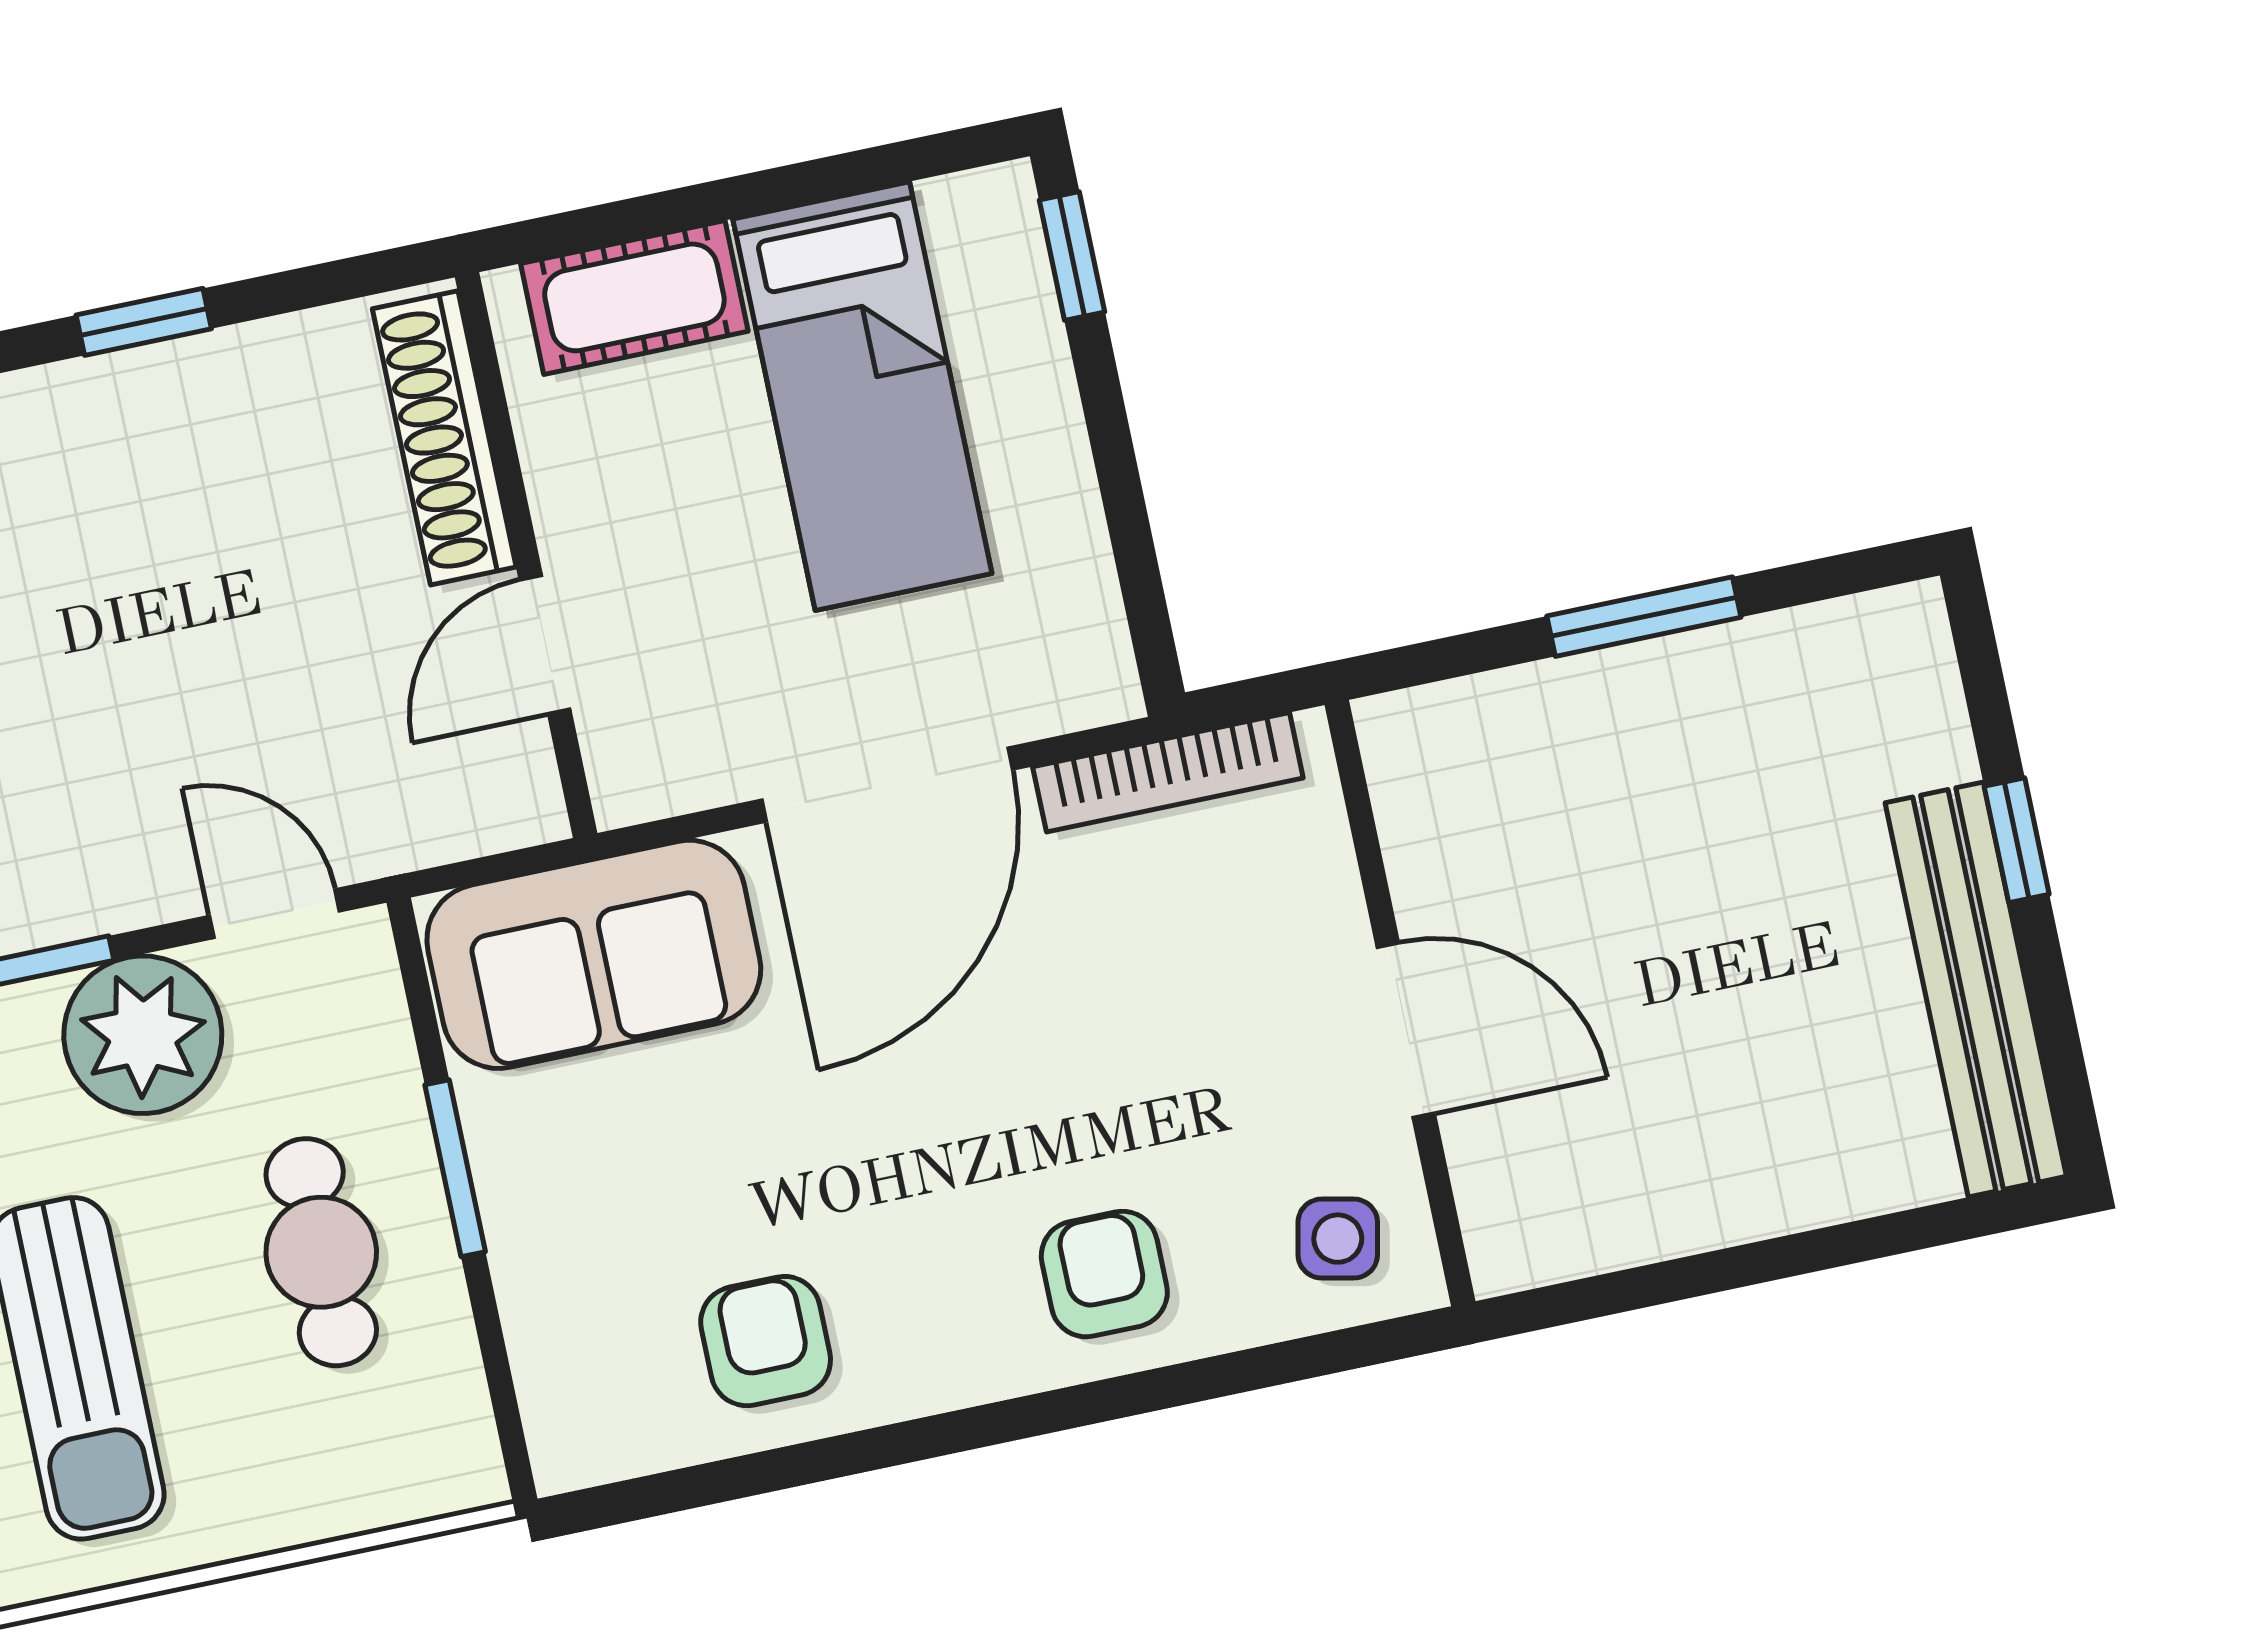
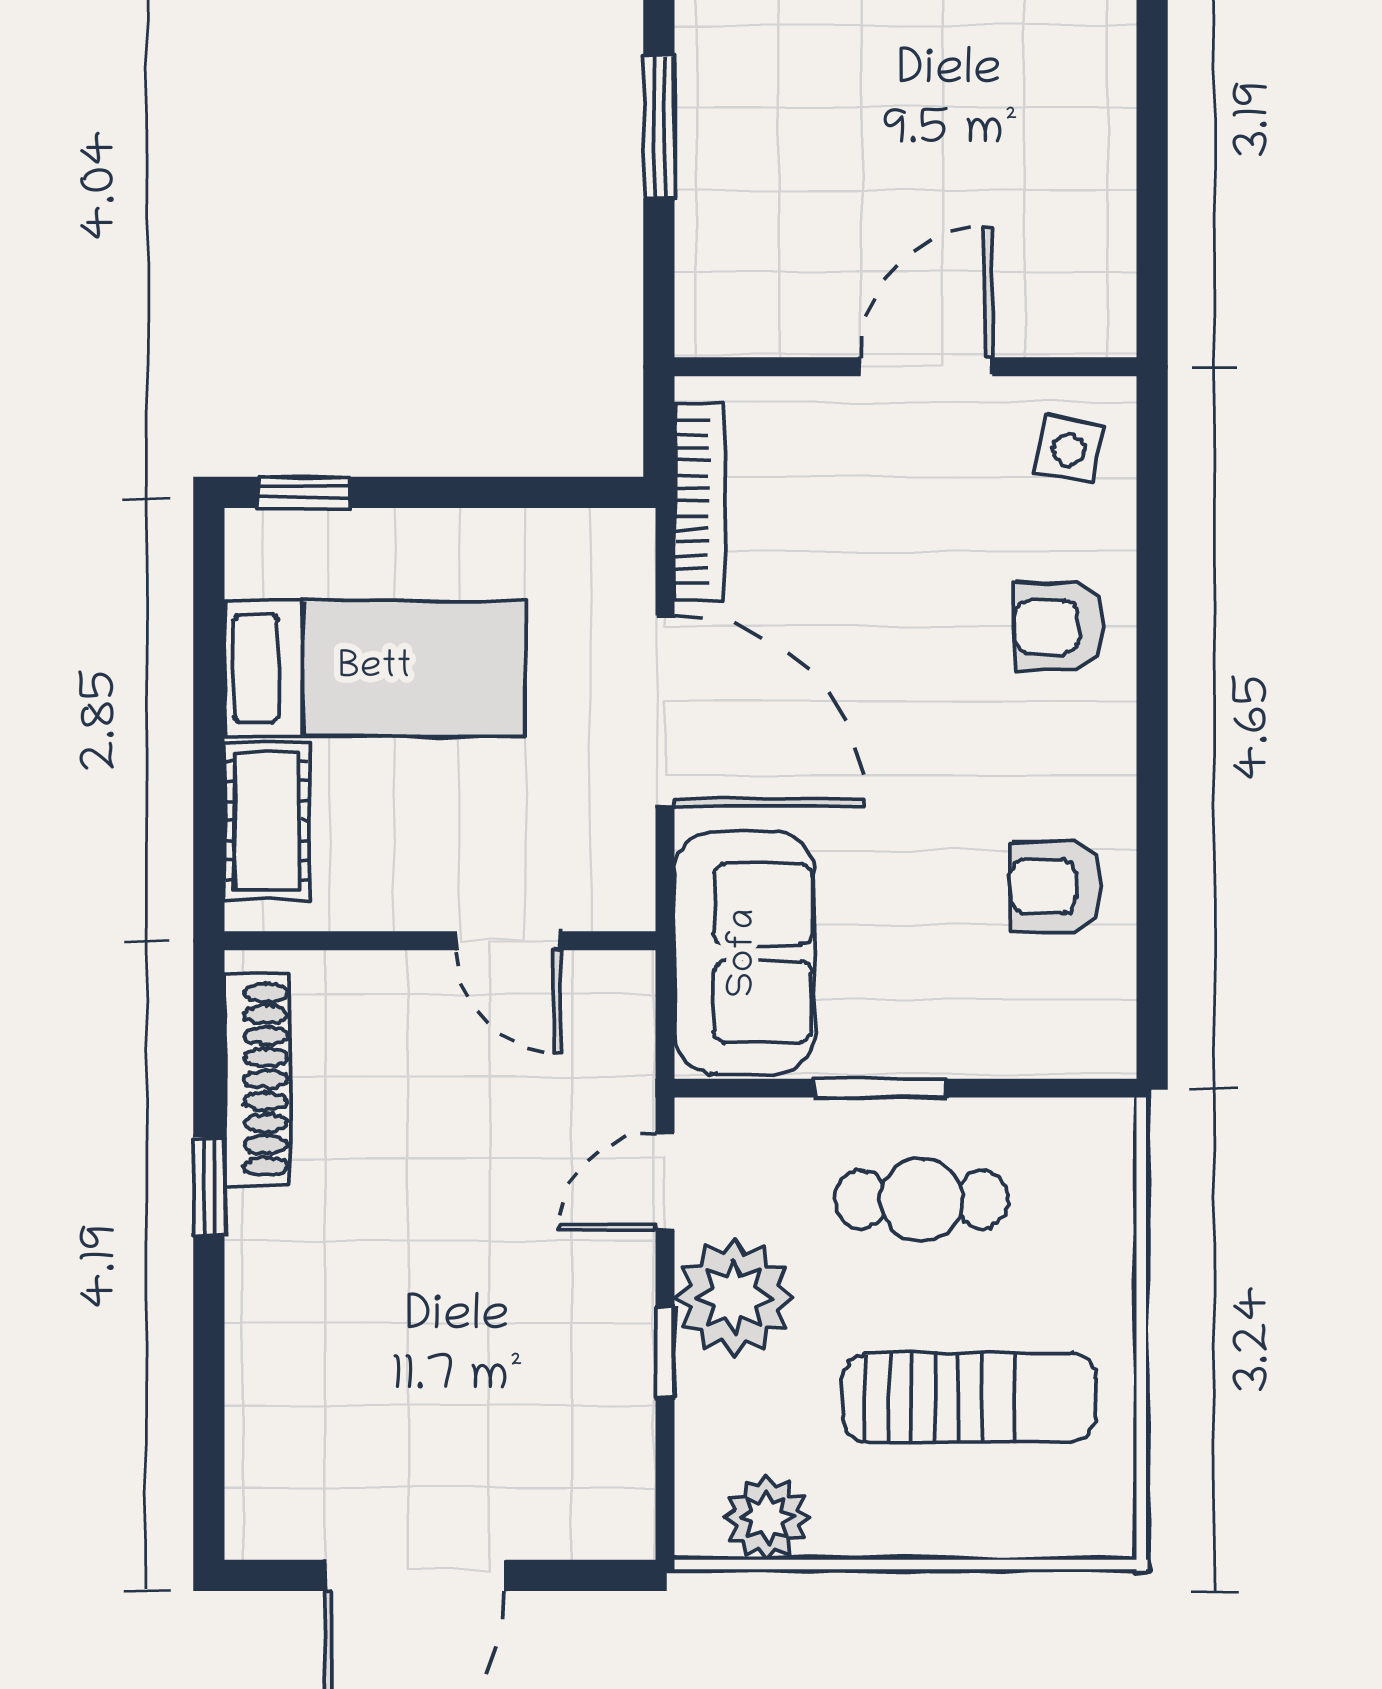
shoe rack: (444, 438) -> (257, 1079), moved, turned -90

